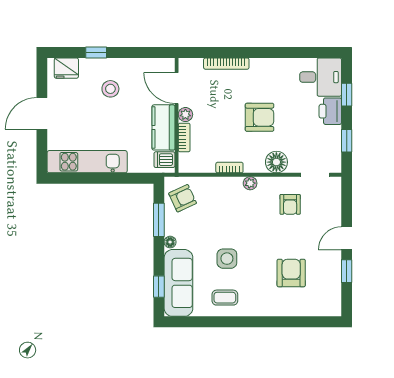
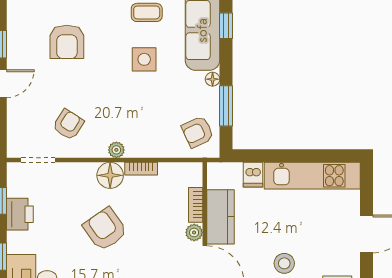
printer: (330, 111) -> (20, 214), moved
armchair: (259, 117) -> (105, 229), turned 55
dishwasher: (164, 160) -> (253, 175), moved, turned 90
floor lamp: (276, 162) -> (110, 175), moved
armchair: (290, 204) -> (68, 125), turned 33

